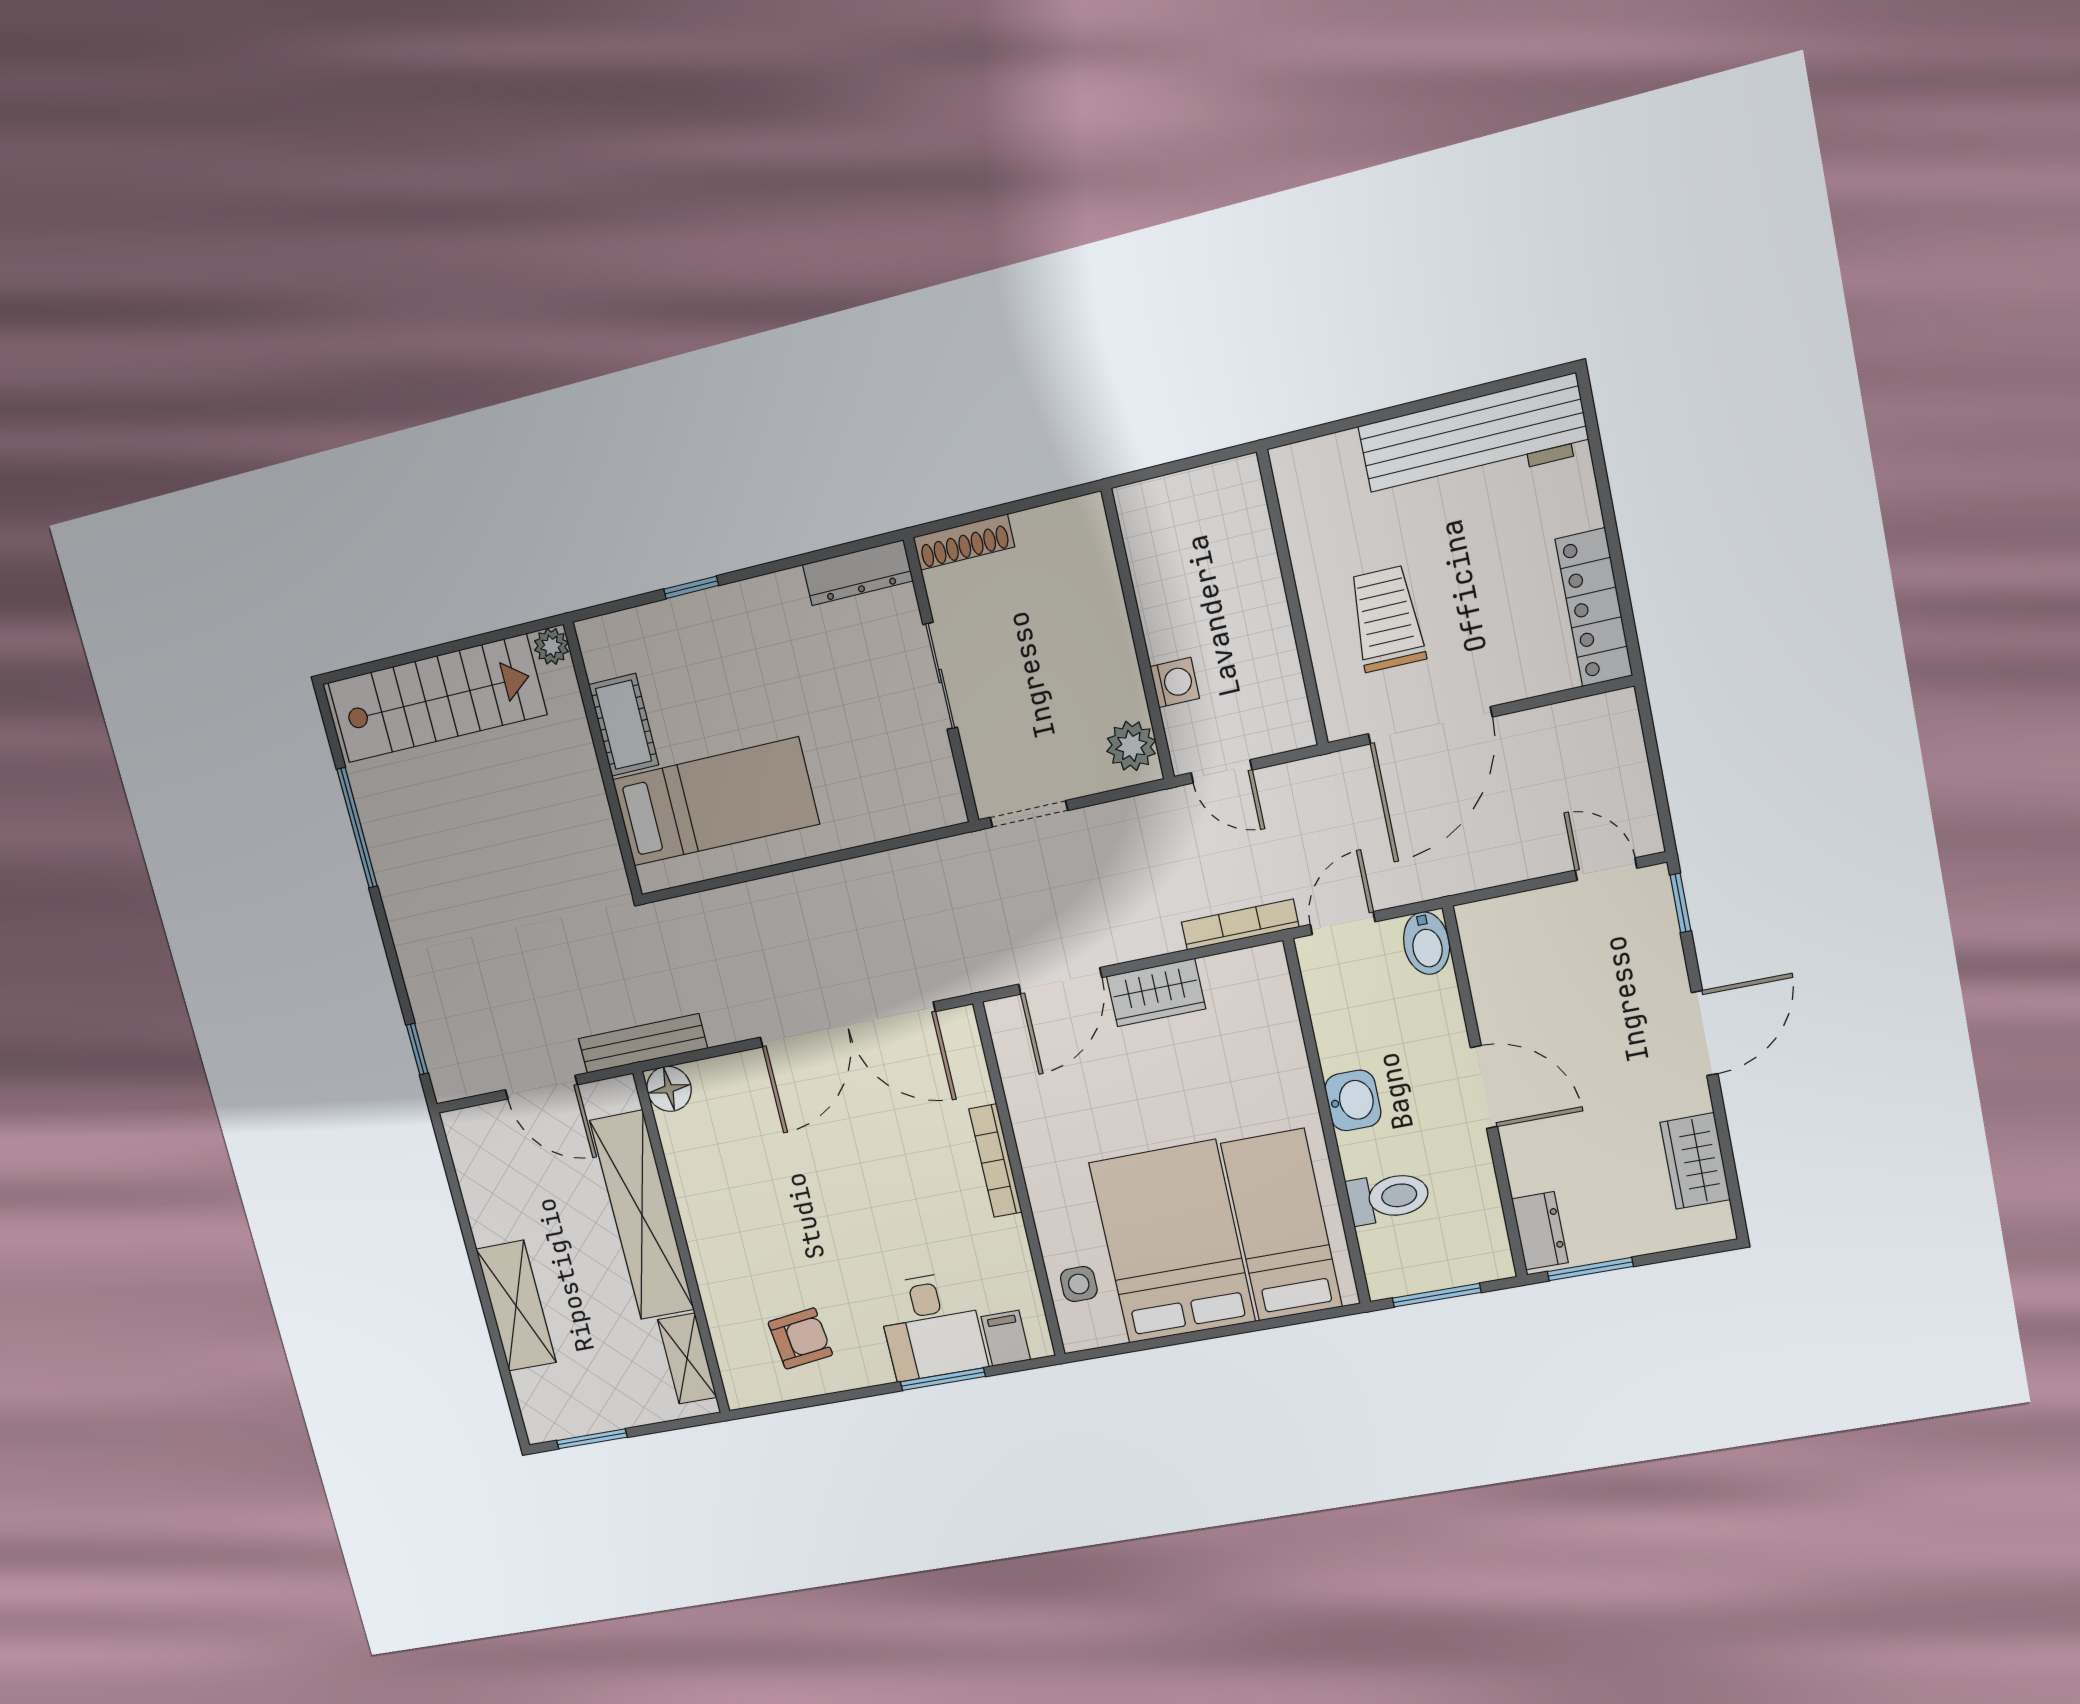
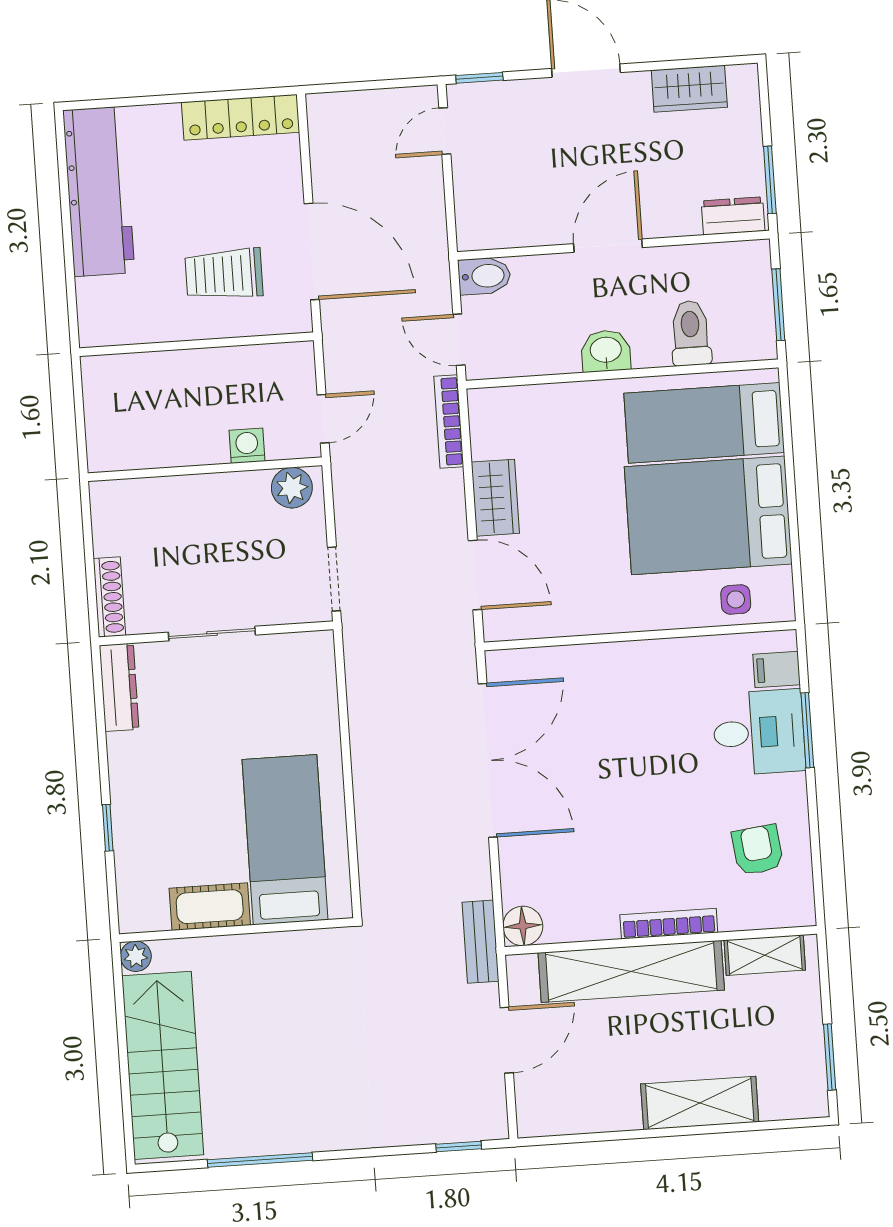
bench: (643, 1044) -> (480, 942), width x0.73
bookcase: (995, 1161) -> (669, 924), moved, turned 180

